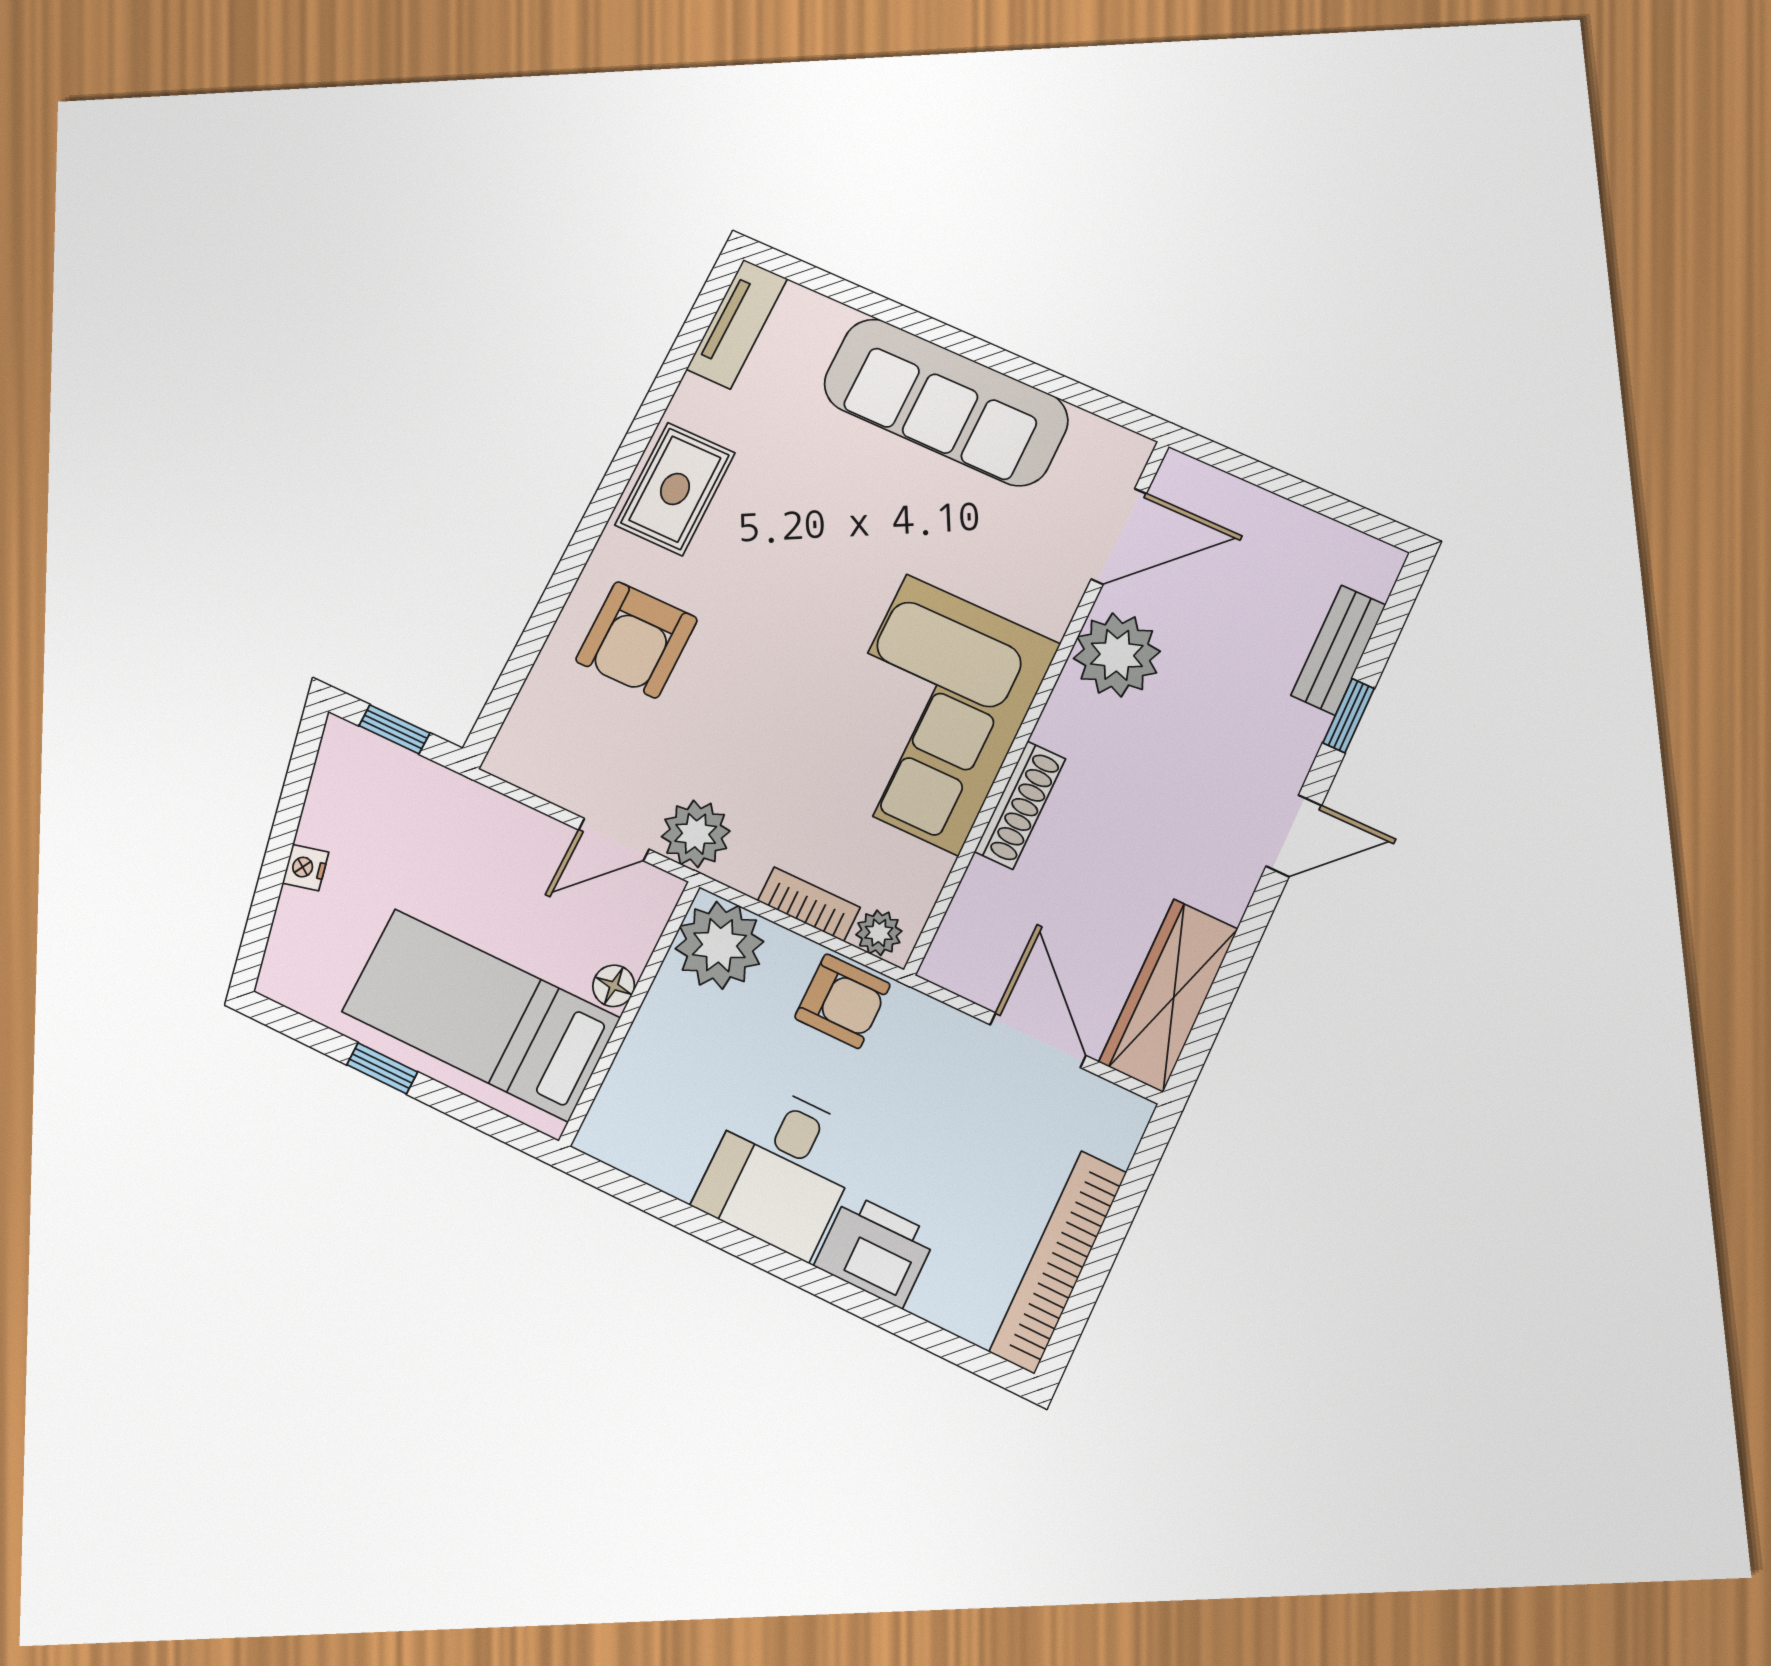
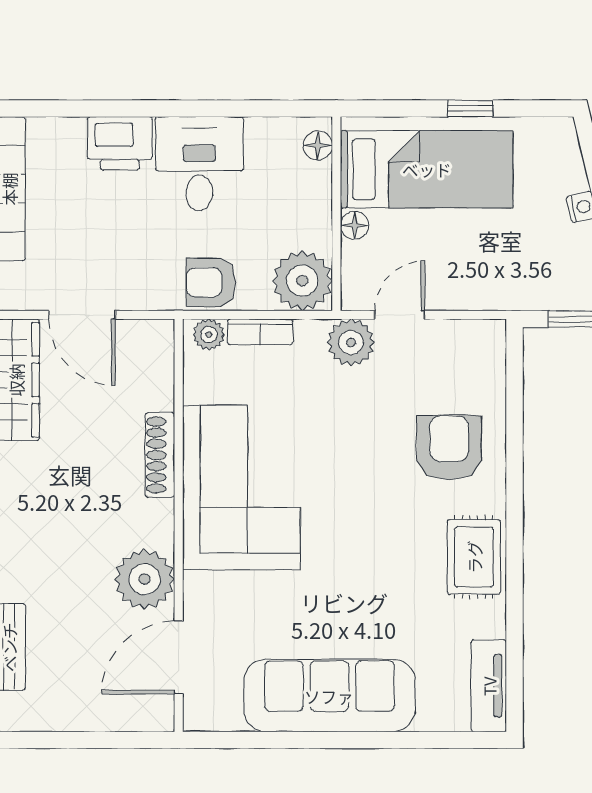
floor lamp: (609, 1117) -> (318, 145), added

